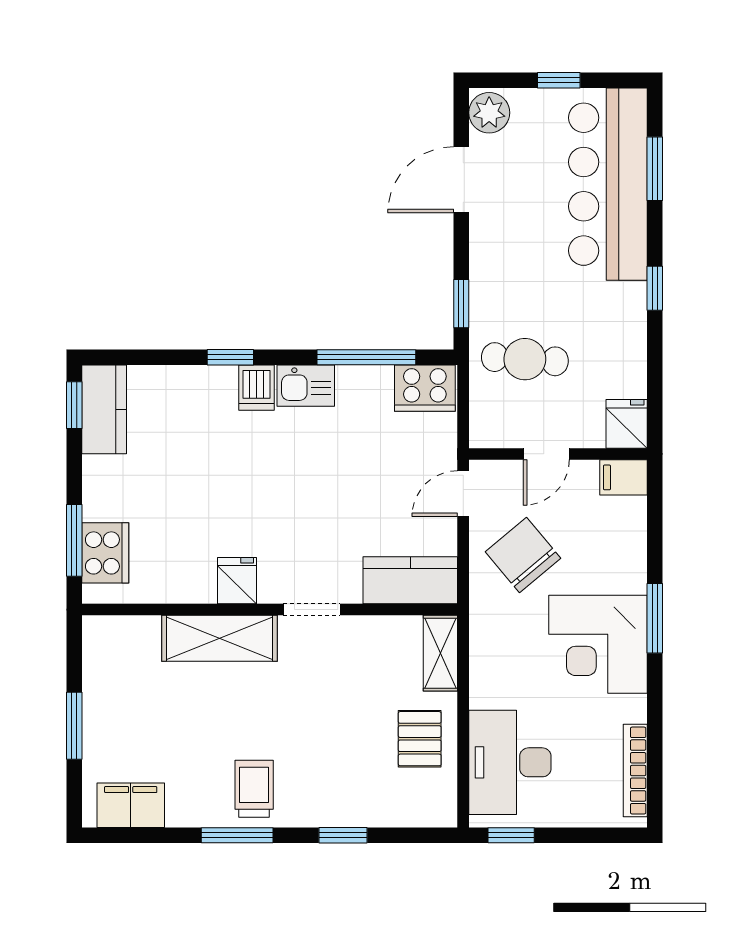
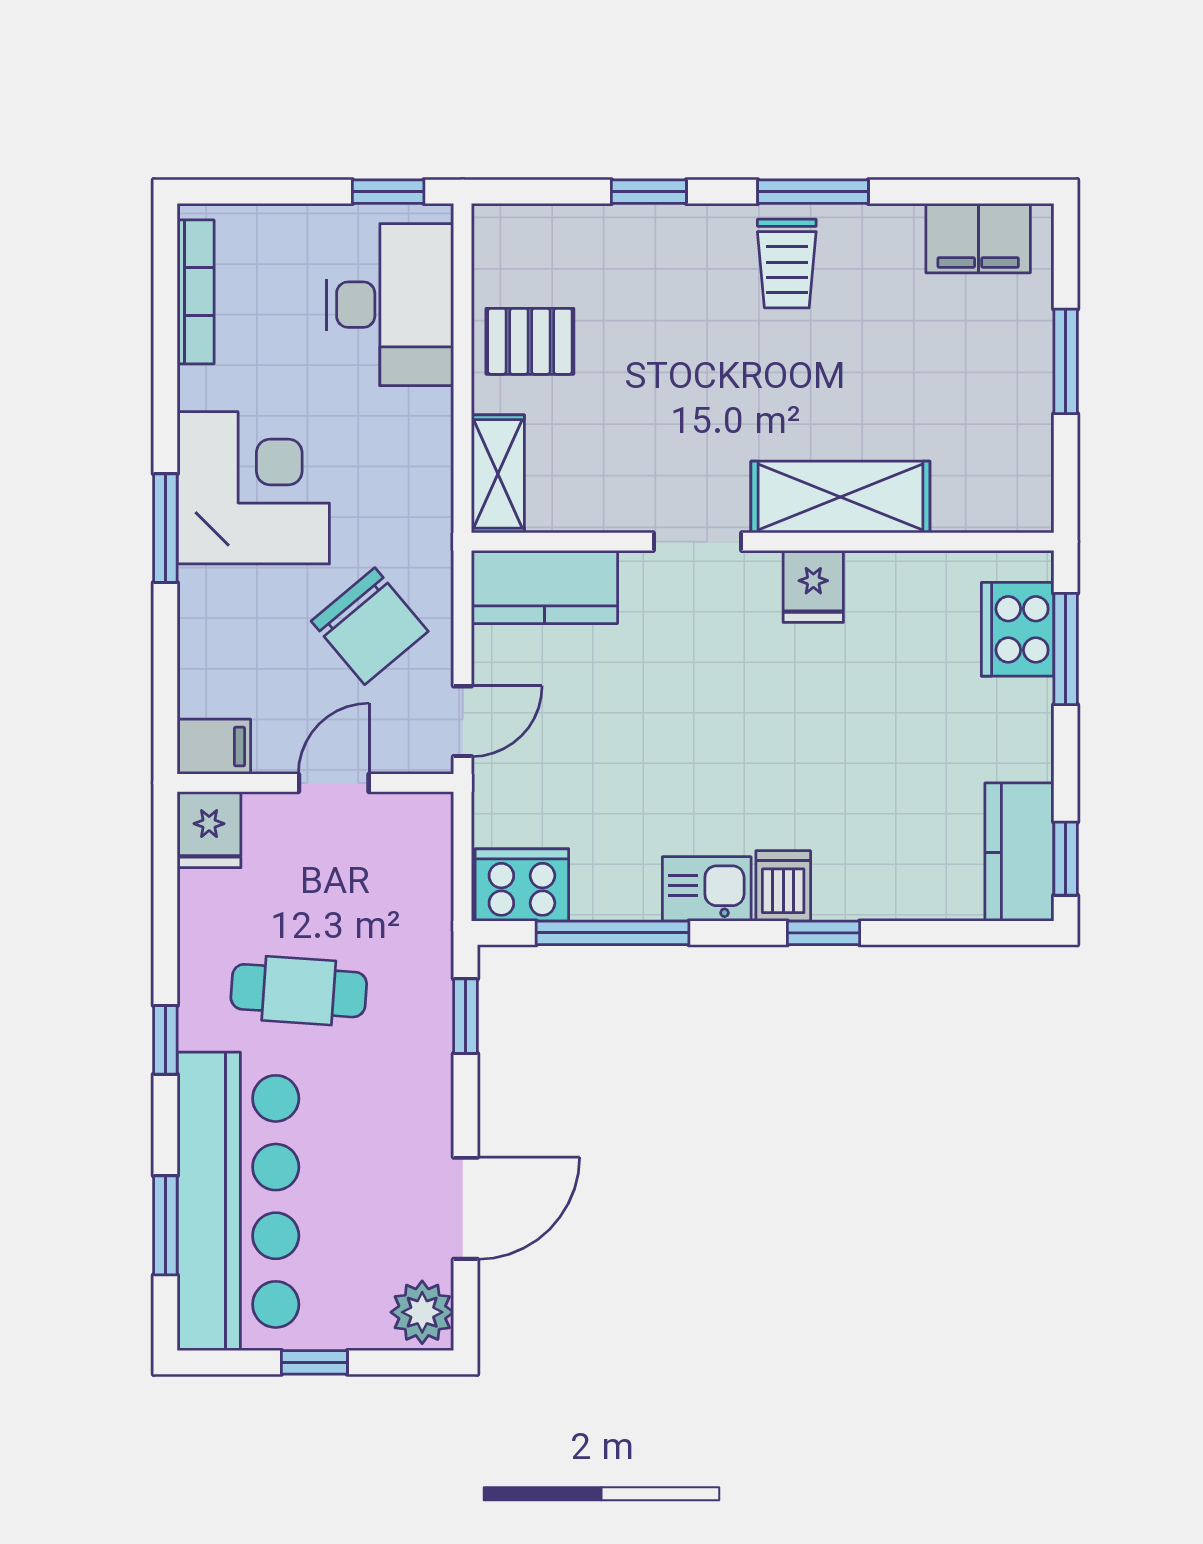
cafe table: (525, 359) -> (299, 991), moved
pallet: (420, 739) -> (530, 341), turned 90

